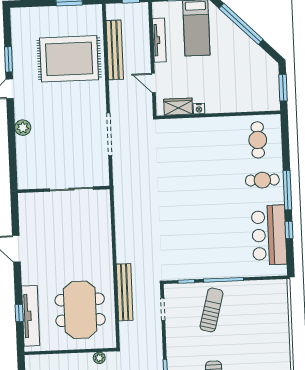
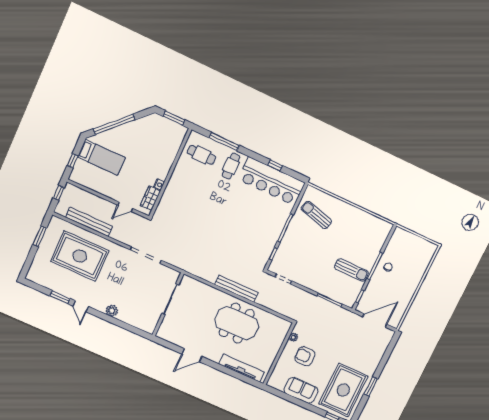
tv unit: (159, 40) -> (97, 188), removed
rug: (69, 59) -> (80, 256), turned 90
window: (287, 190) -> (224, 142), moved
bar counter: (269, 235) -> (271, 181), width x1.36
bench: (125, 292) -> (237, 289), moved
meeting table: (80, 310) -> (237, 323), moved
sun lounger: (212, 310) -> (316, 215), moved
window: (19, 313) -> (236, 375), removed

